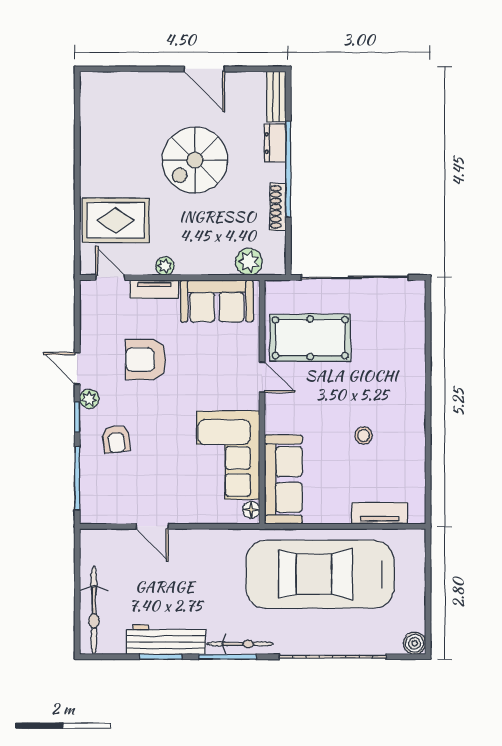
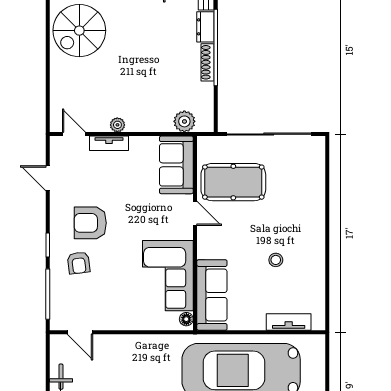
spiral stairs: (195, 160) -> (79, 31), moved
shoe rack: (278, 207) -> (207, 62), moved
rug: (116, 220) -> (78, 89), removed
sofa: (217, 301) -> (176, 165), moved, turned 90
armchair: (146, 360) -> (90, 223), moved
door: (77, 368) -> (48, 178), moved
plant: (89, 399) -> (57, 231), removed
door: (152, 526) -> (80, 332), moved

